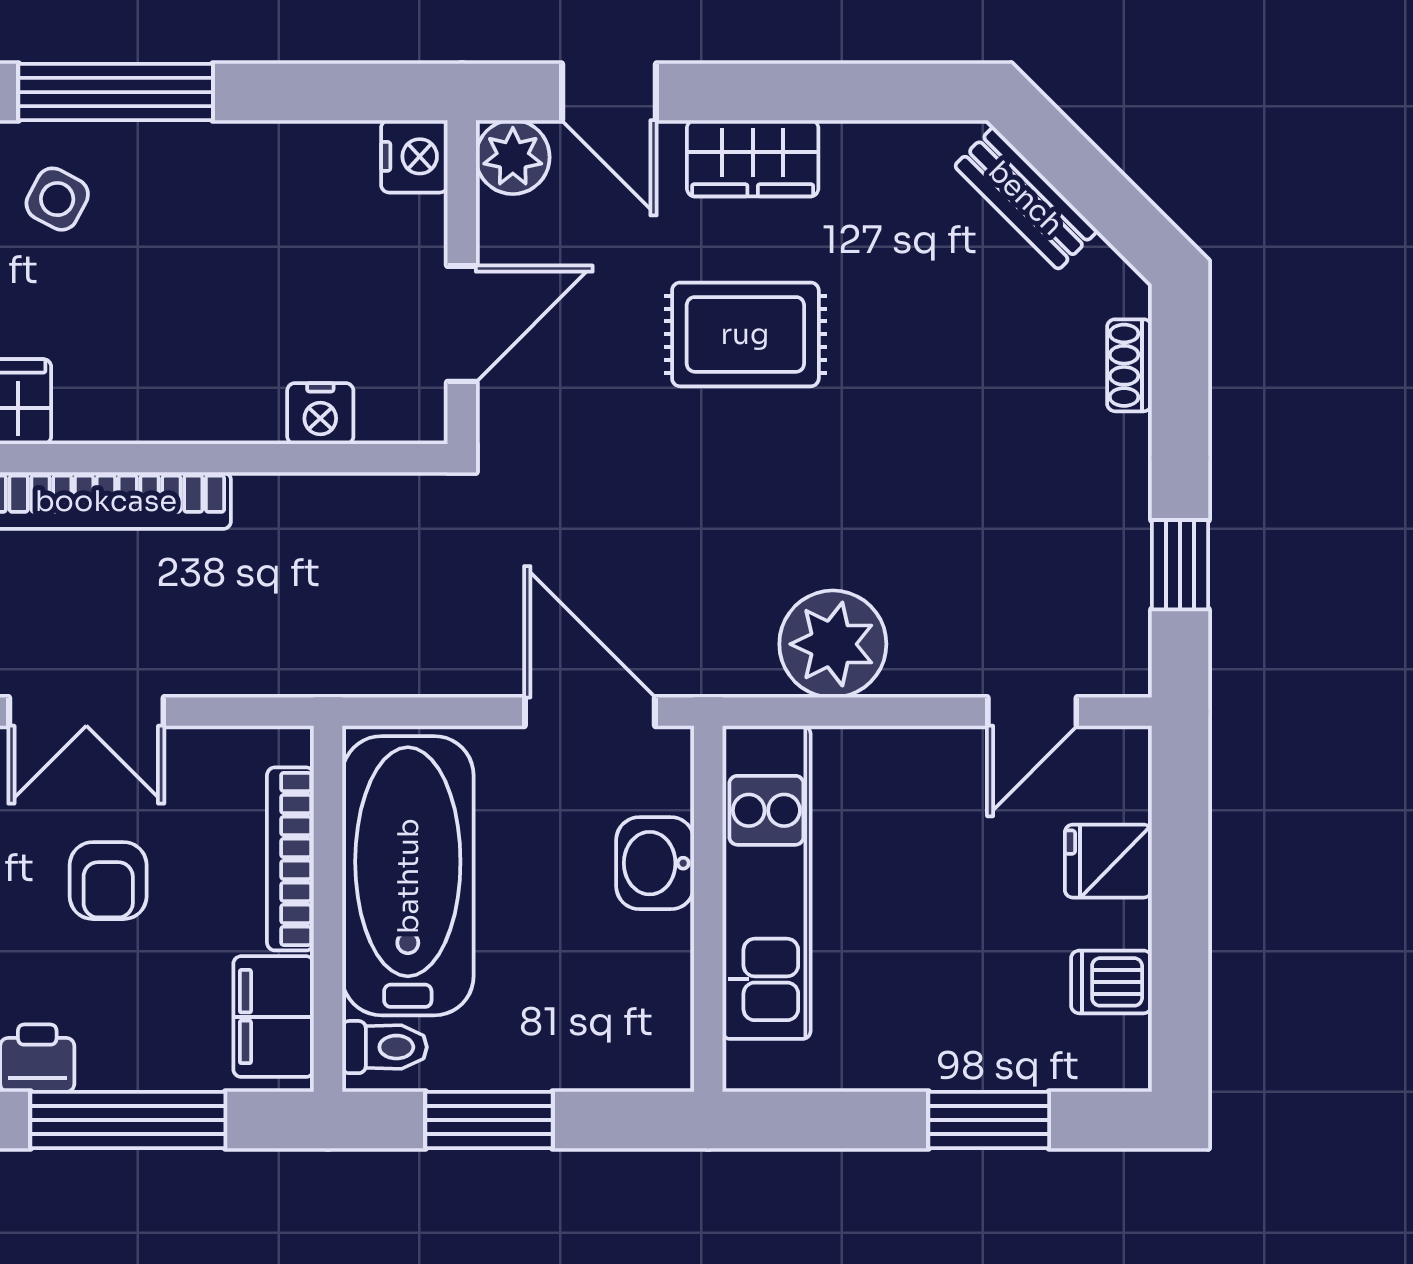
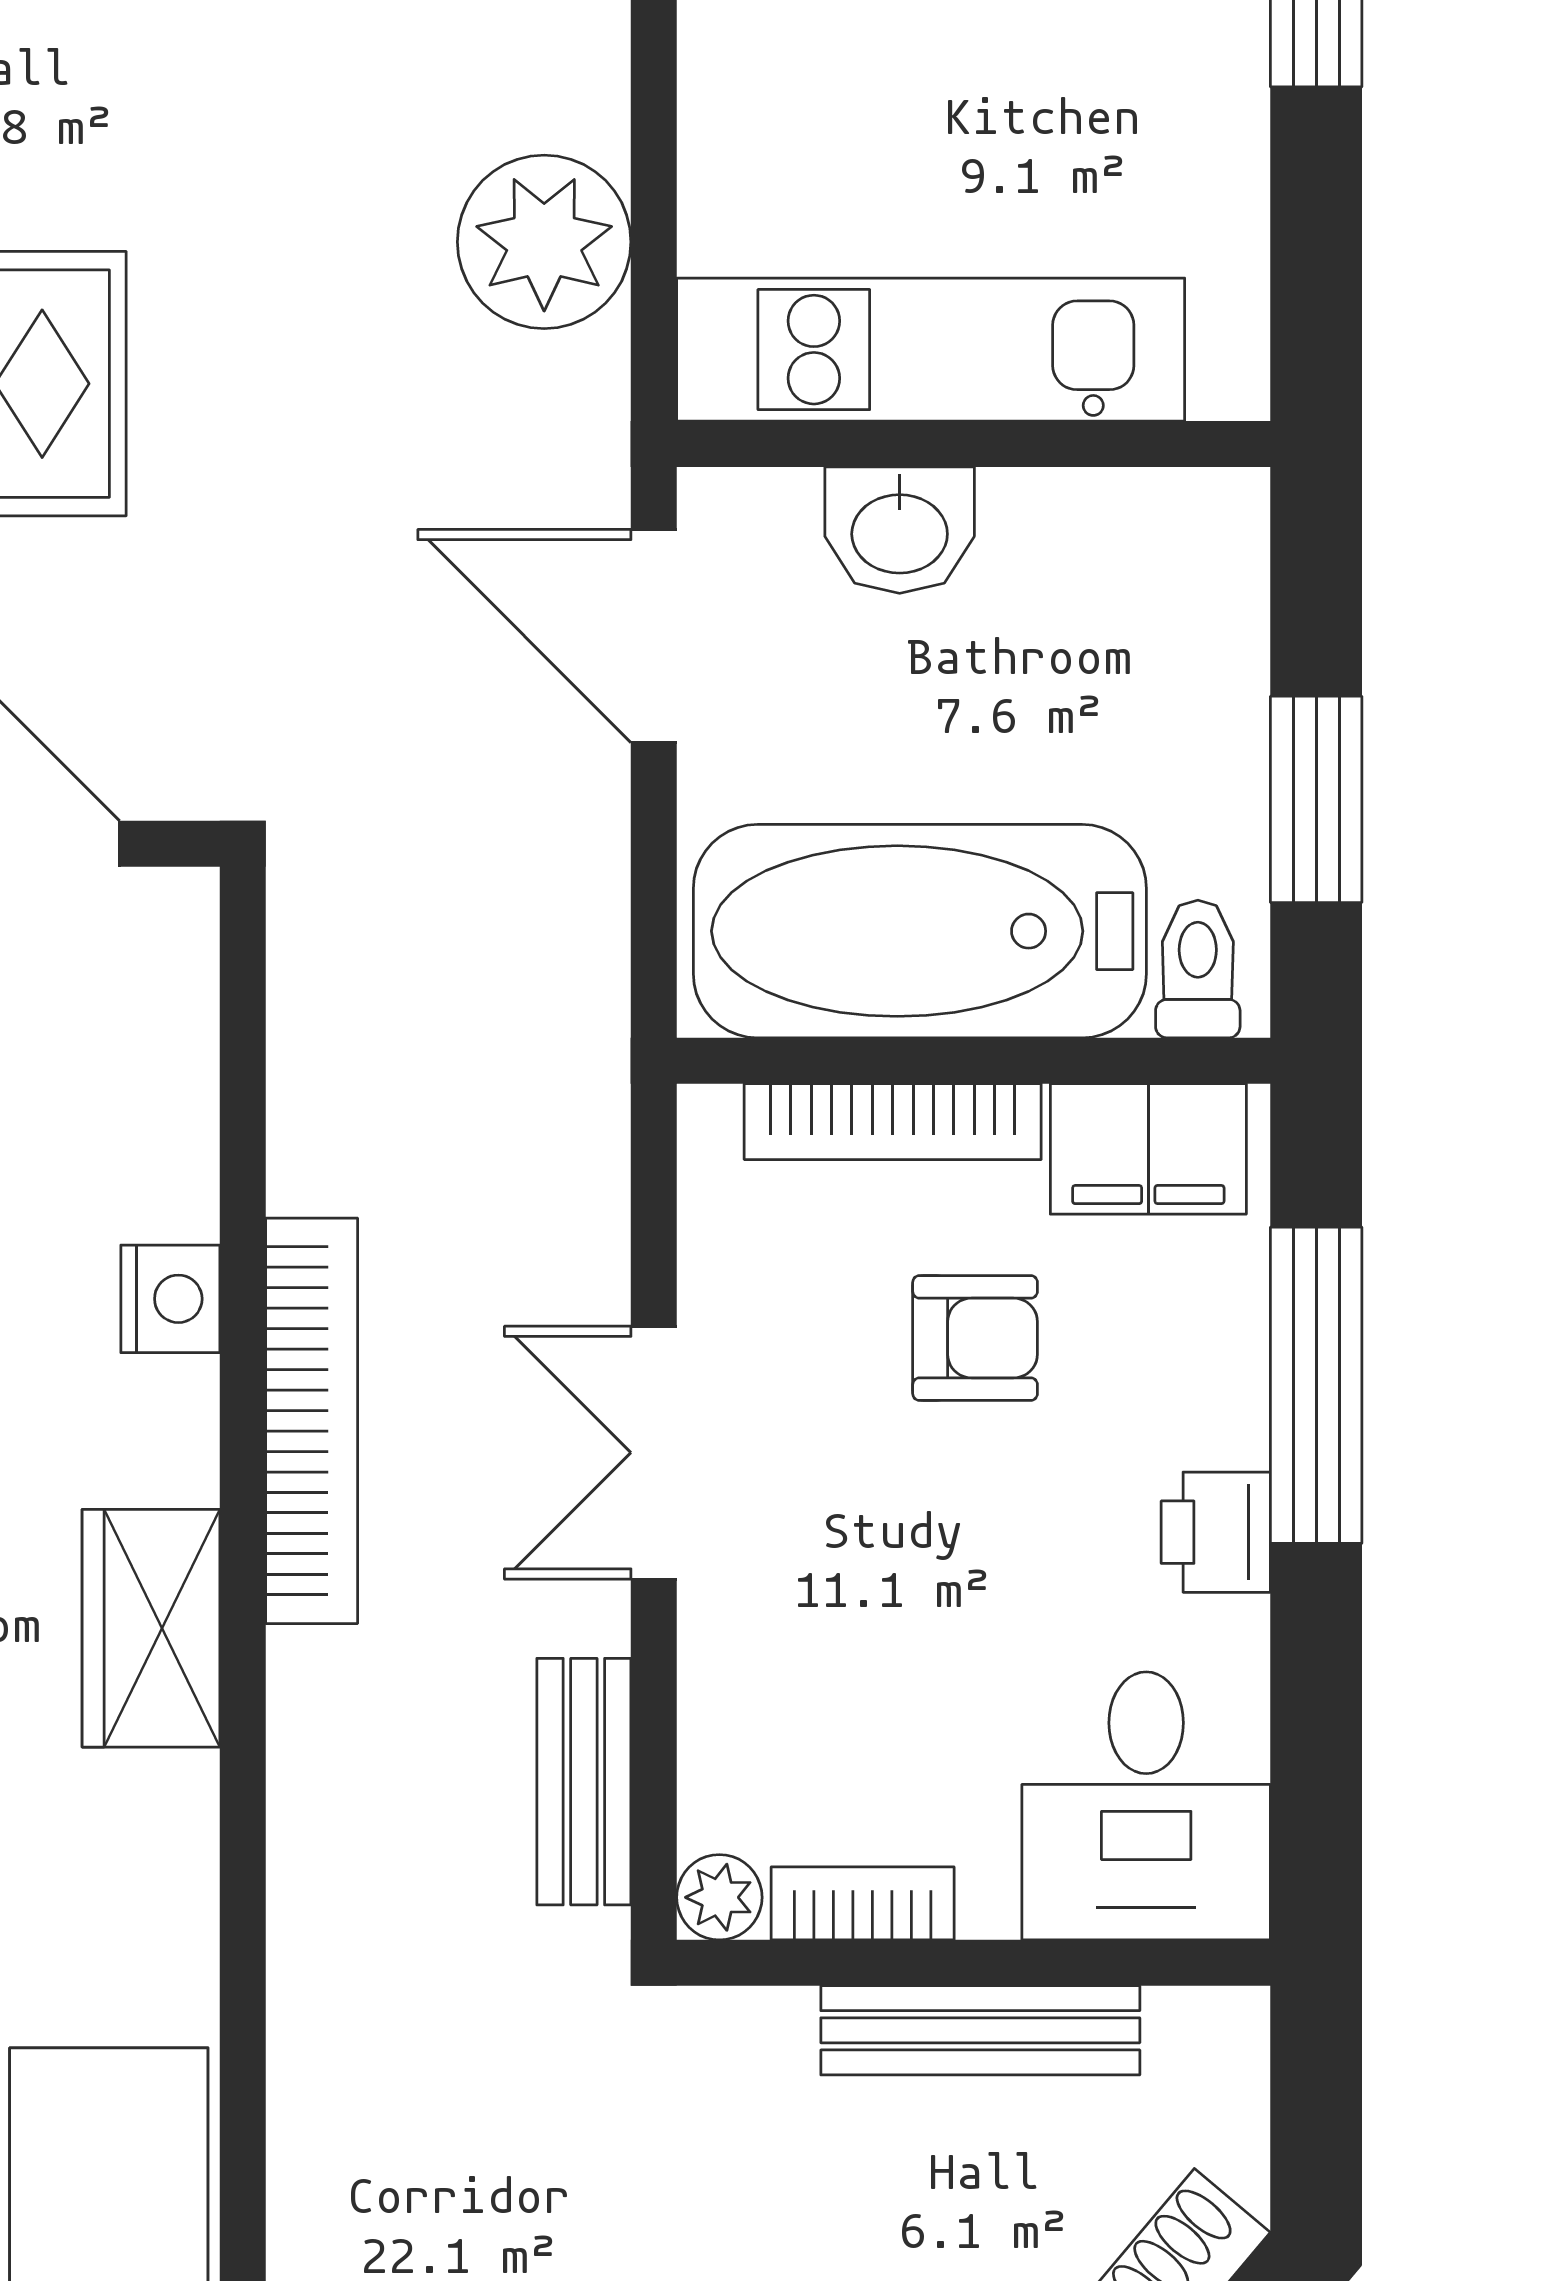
nightstand: (320, 414) -> (170, 1299), moved
double door: (86, 712) -> (654, 1453), swing flipped
door: (590, 712) -> (654, 636), hinge flipped
armchair: (108, 881) -> (975, 1338), moved

